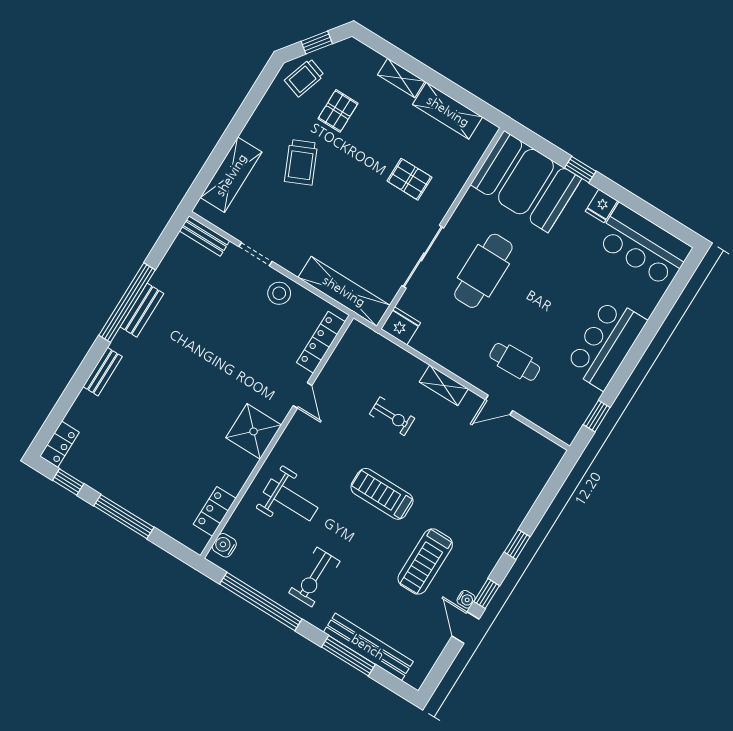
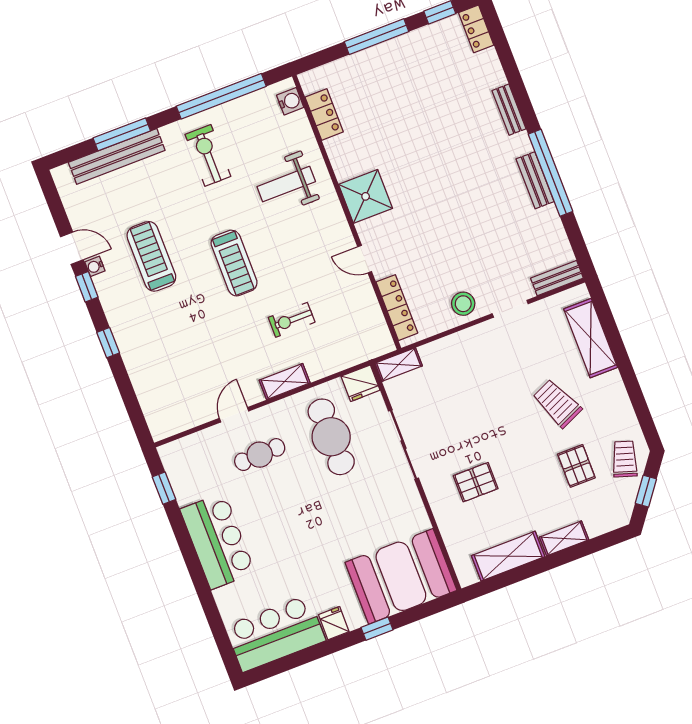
cafe table: (483, 271) -> (331, 437), moved
shelving: (344, 291) -> (399, 365), width x0.45, depth x0.75
treadmill: (382, 494) -> (234, 263), turned 90

